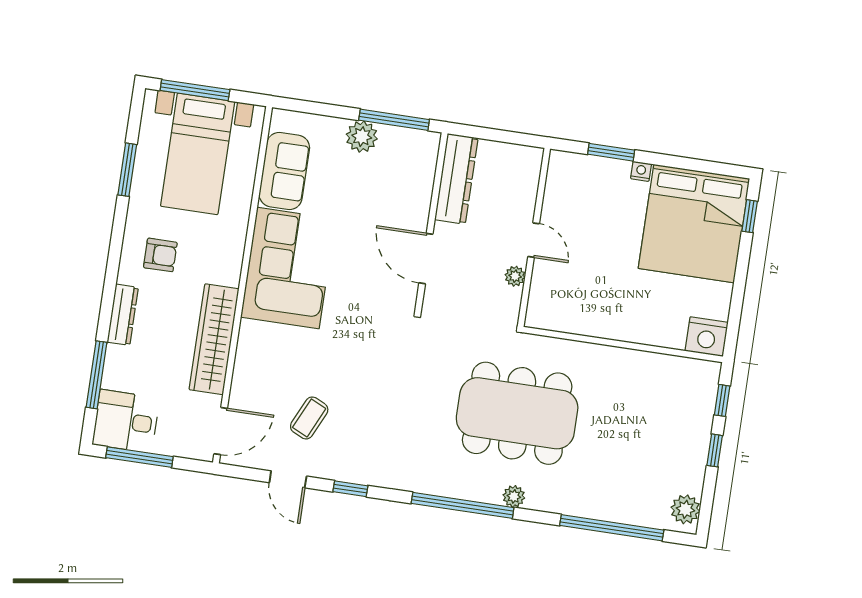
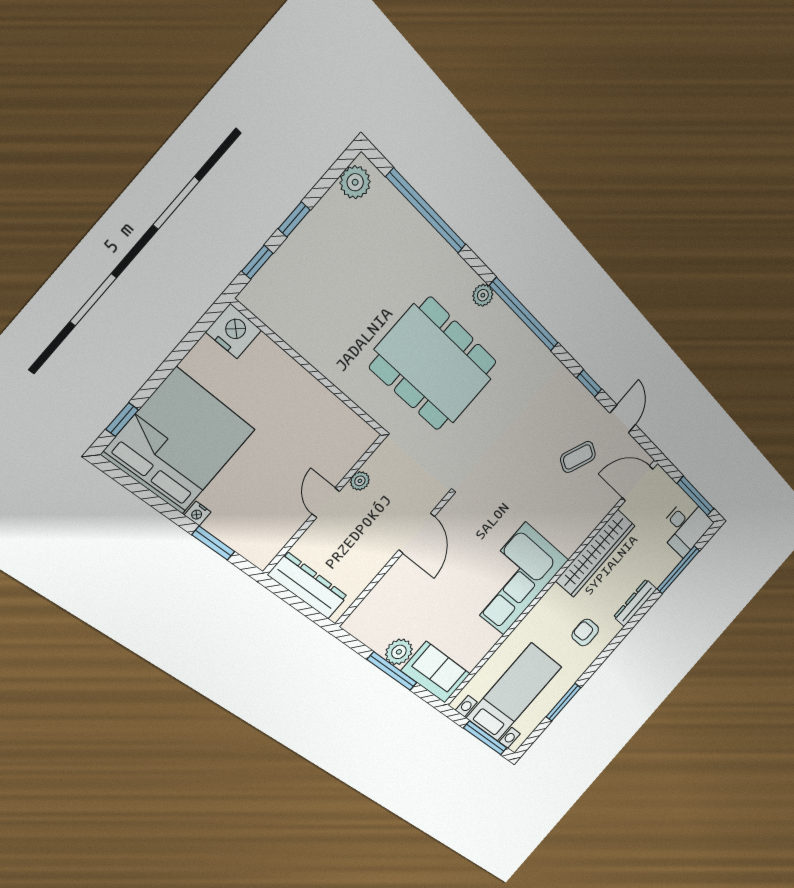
window: (394, 120) -> (392, 671), moved
sofa: (284, 171) -> (436, 672), moved, turned 90
dresser: (456, 179) -> (308, 586), moved, turned 90

